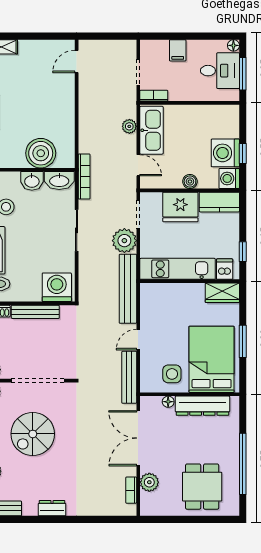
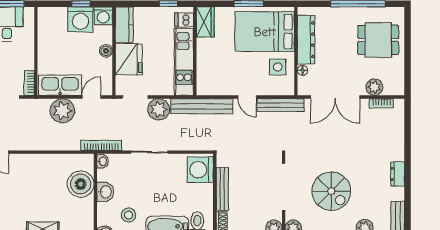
plant: (129, 126) -> (62, 111), width x1.88, depth x1.88
washbasin: (59, 181) -> (103, 161), width x0.52, depth x0.69

